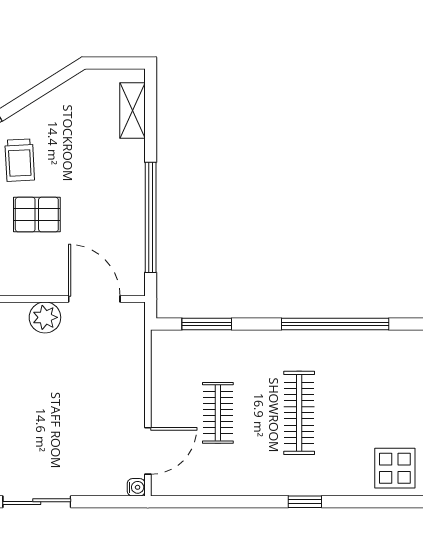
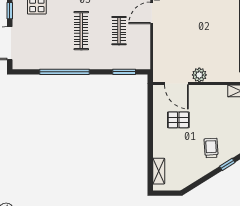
pallet: (37, 215) -> (178, 120), moved
window: (151, 217) -> (150, 121), removed

